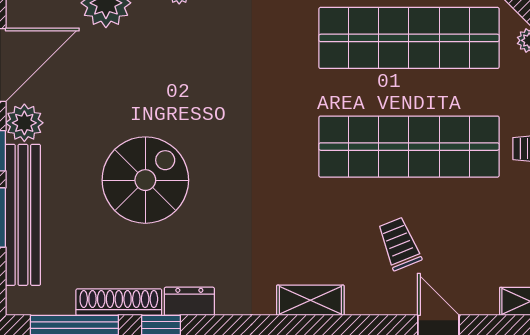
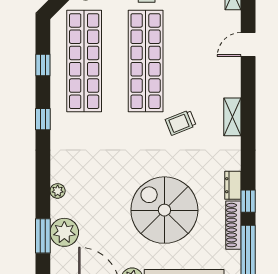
spiral stairs: (145, 180) -> (164, 210), width x1.37, depth x1.37
trolley: (399, 244) -> (181, 123), moved

